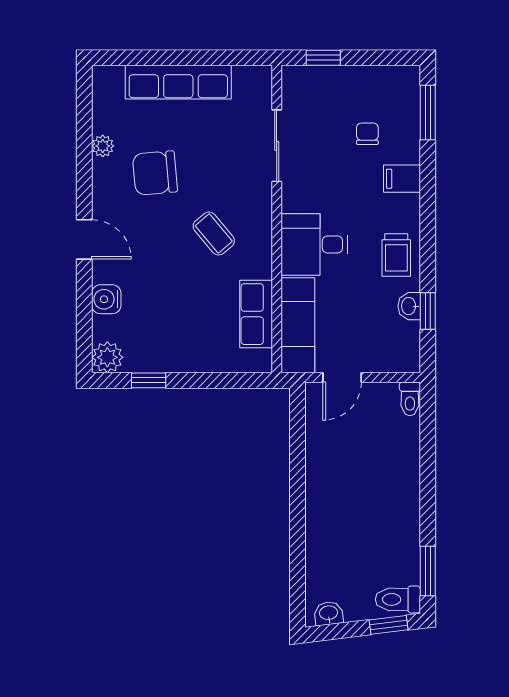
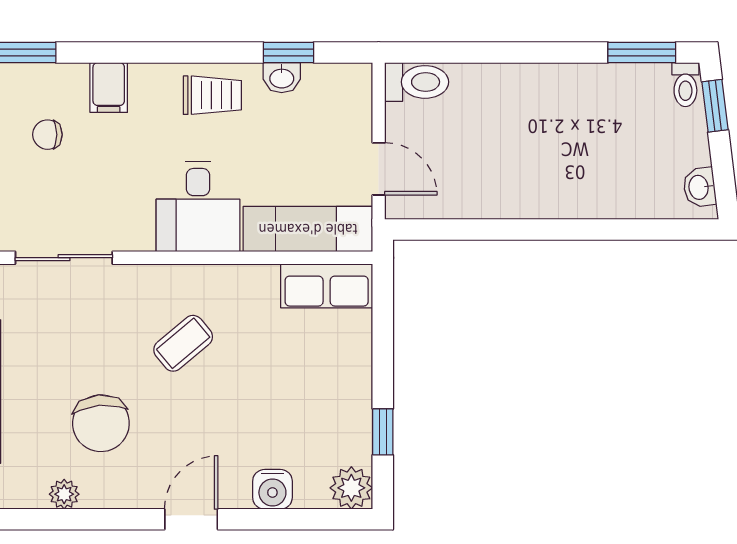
row of seats: (256, 314) -> (327, 286), moved
toilet: (410, 399) -> (417, 82), width x1.37, depth x1.39
toilet: (398, 599) -> (685, 85), width x0.73, depth x0.72

